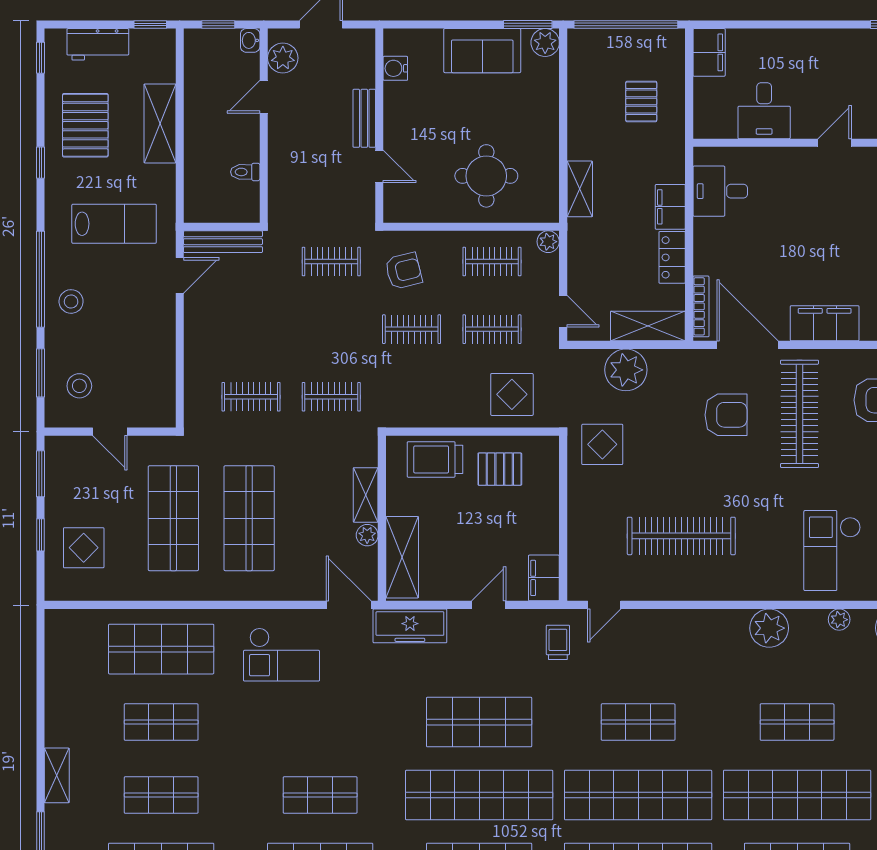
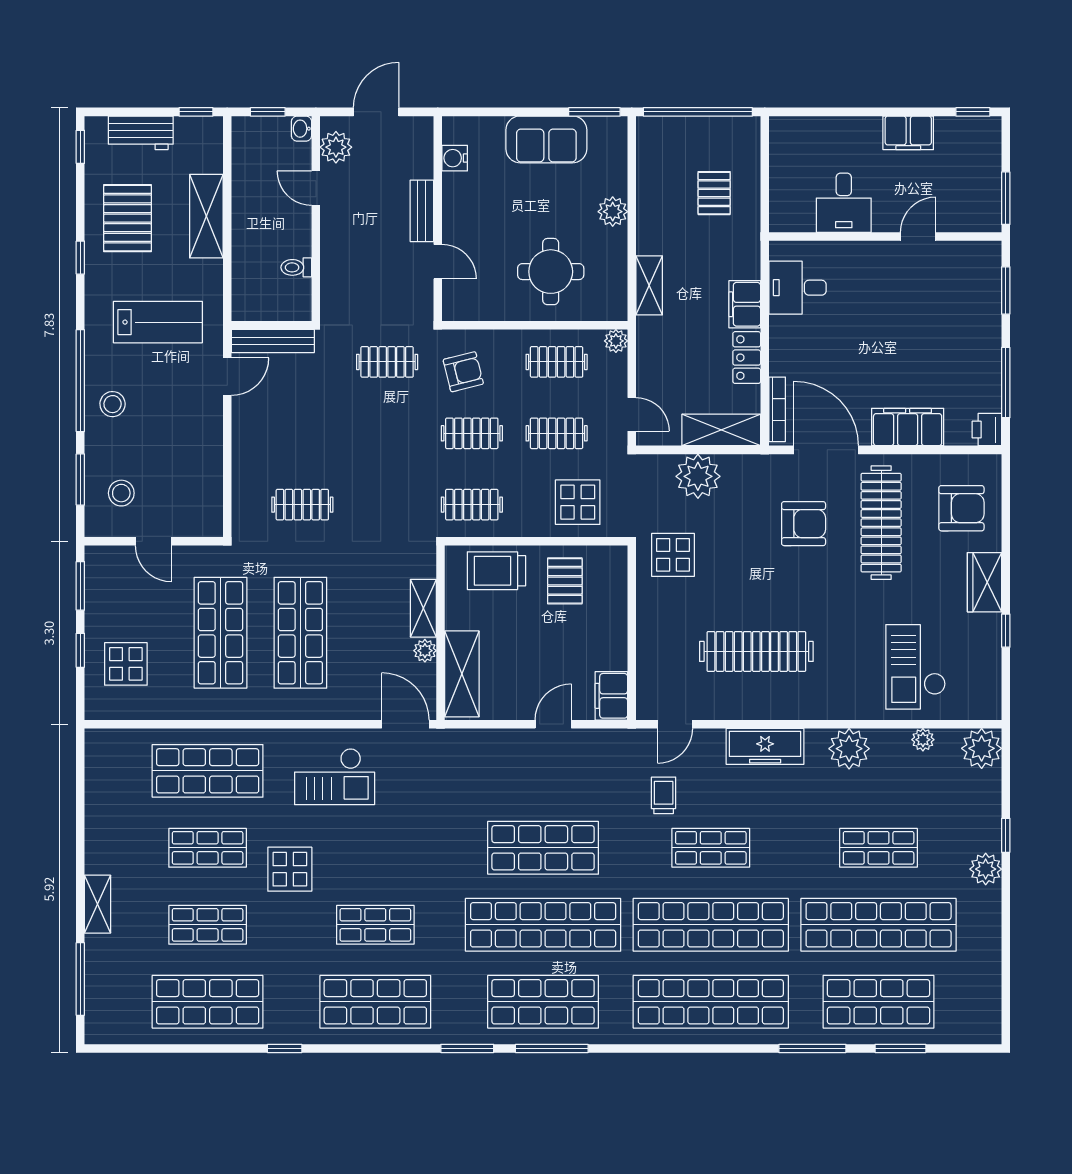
plant: (545, 43) -> (613, 212), moved
filing cabinet: (709, 52) -> (908, 133), moved, turned 90
door: (264, 97) -> (316, 188), hinge flipped
clothes rail: (331, 397) -> (472, 505), moved
pallet: (500, 469) -> (565, 581), turned 90
freezer: (410, 626) -> (765, 746), moved
trolley: (558, 642) -> (664, 795), moved
display table: (239, 742) -> (290, 869), added

